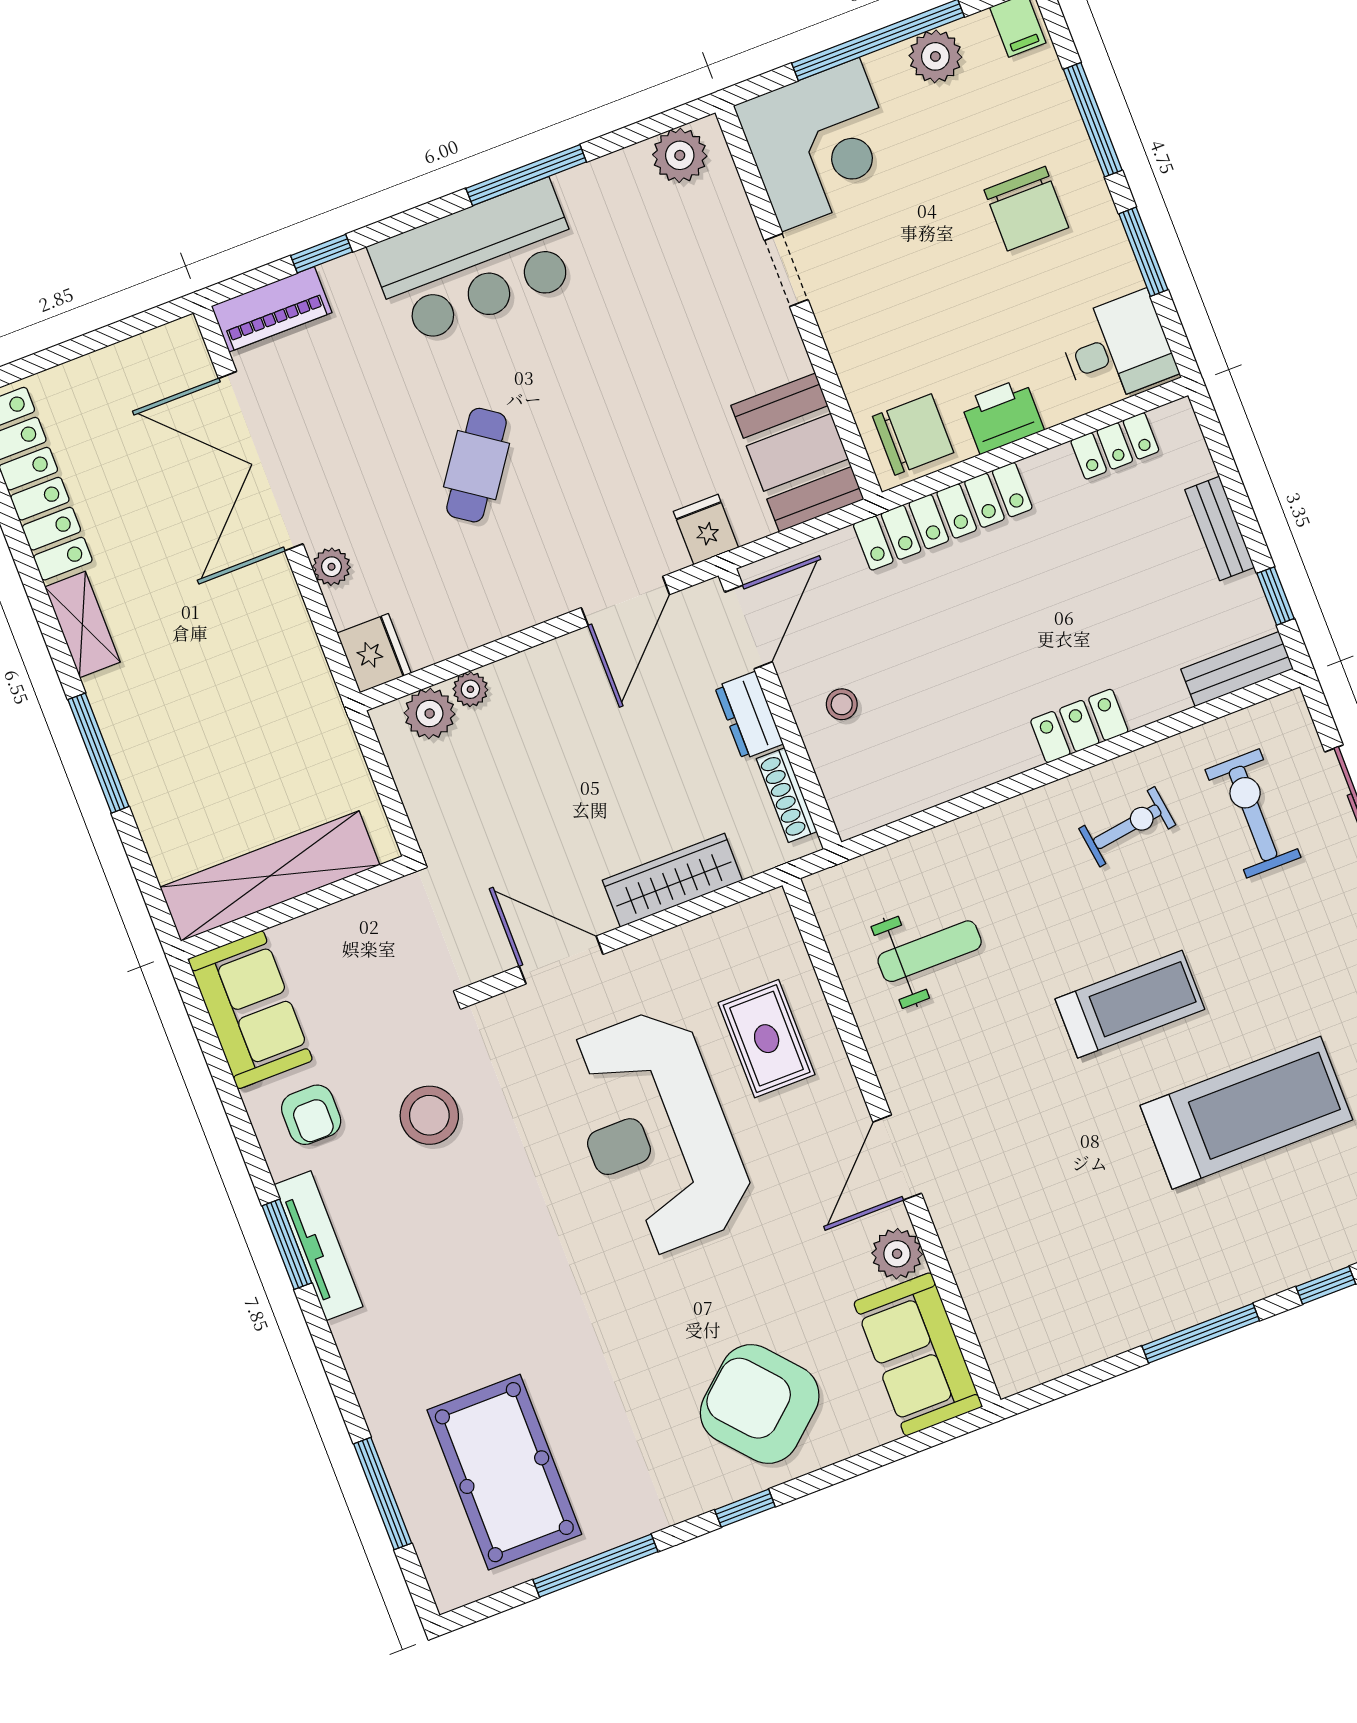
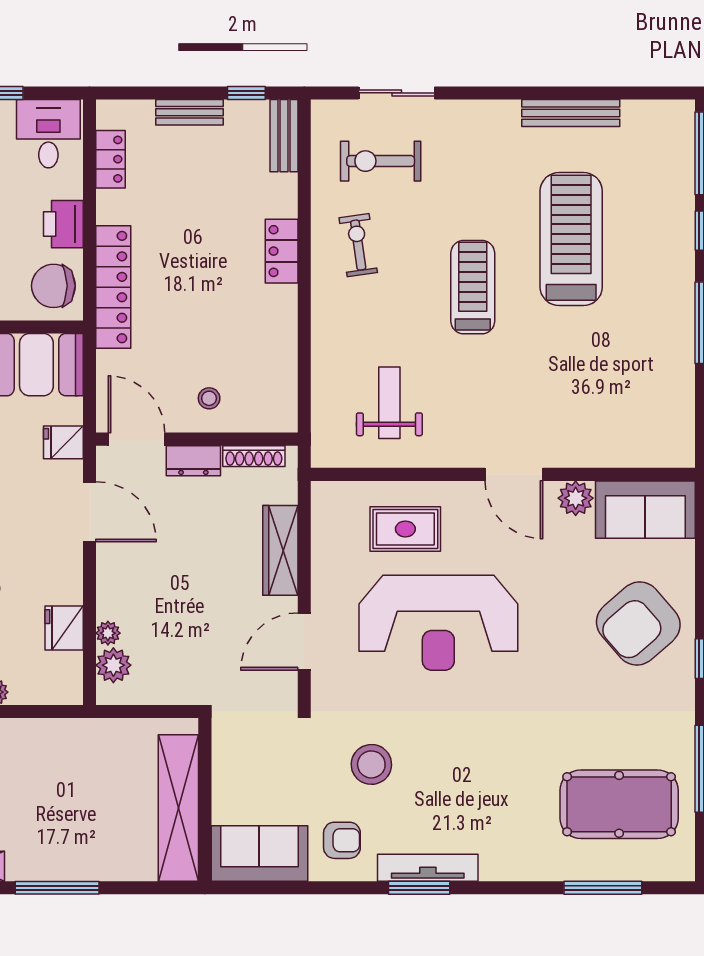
chair: (913, 434) -> (53, 286), turned -90
fridge: (374, 653) -> (64, 628), moved, turned -90

